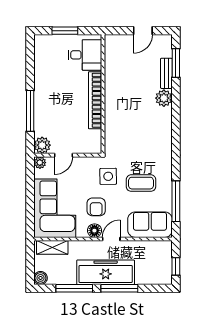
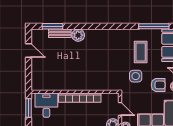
desk: (85, 55) -> (46, 105), moved
wall: (103, 94) -> (75, 92), moved
bookcase: (95, 100) -> (80, 98), moved

